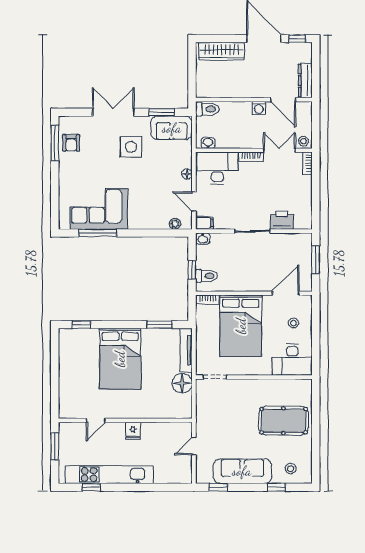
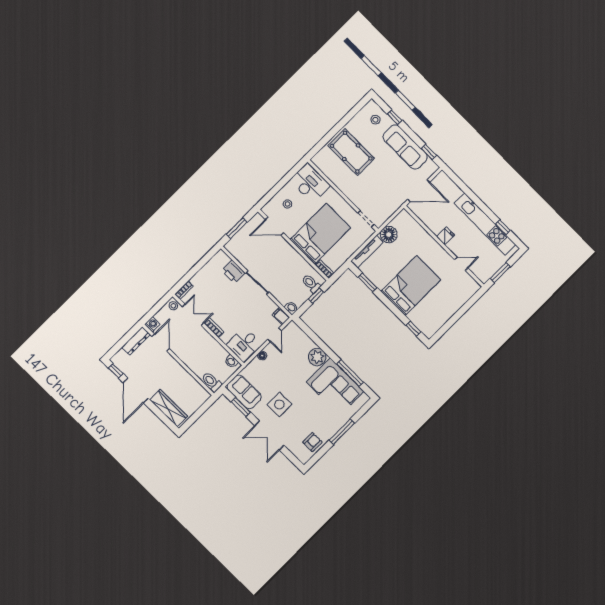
washing machine: (259, 108) -> (152, 324), moved
window: (55, 143) -> (342, 432), moved
double door: (279, 150) -> (193, 315), swing flipped
desk: (217, 168) -> (244, 344), width x0.73
plant: (175, 224) -> (317, 357), moved, width x1.88, depth x1.88
door: (194, 446) -> (419, 191), width x1.88

